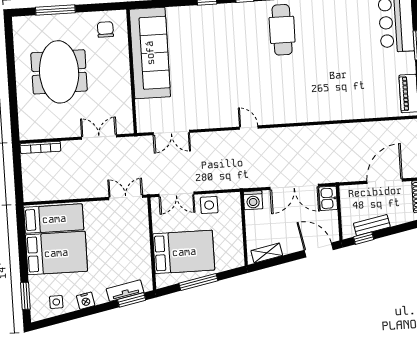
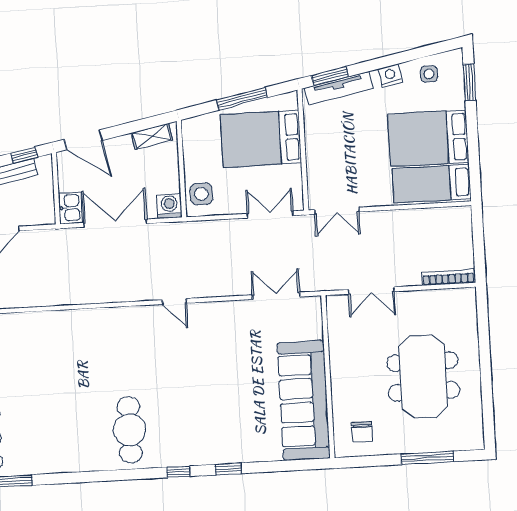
side table: (209, 205) -> (201, 194), moved
tv unit: (125, 291) -> (339, 88), width x1.41

